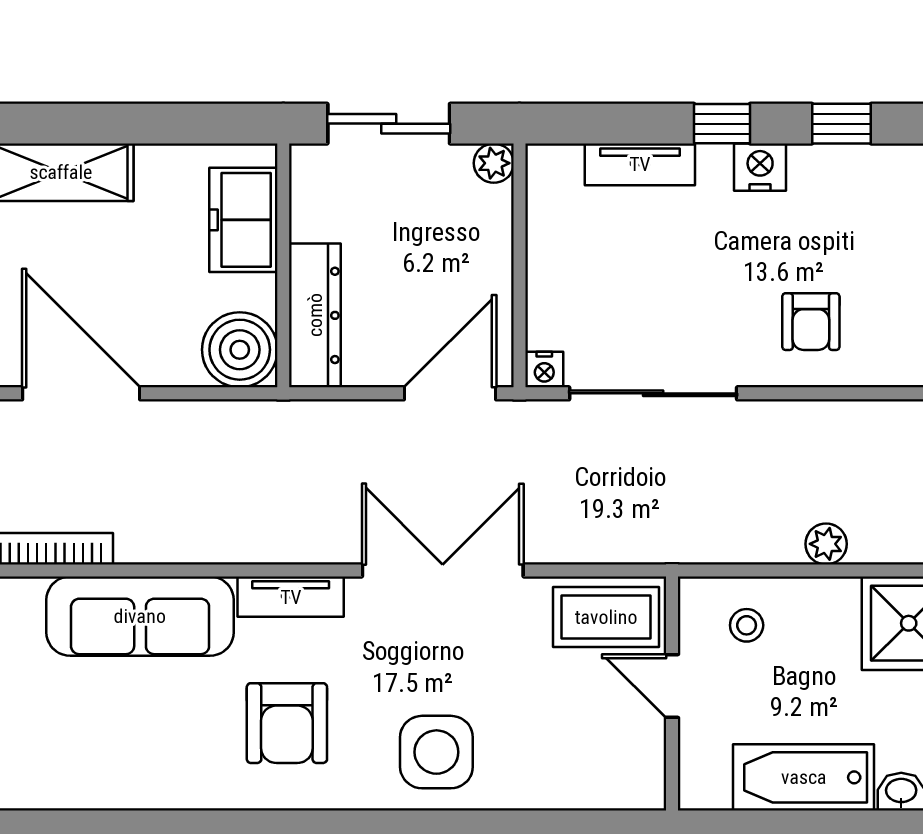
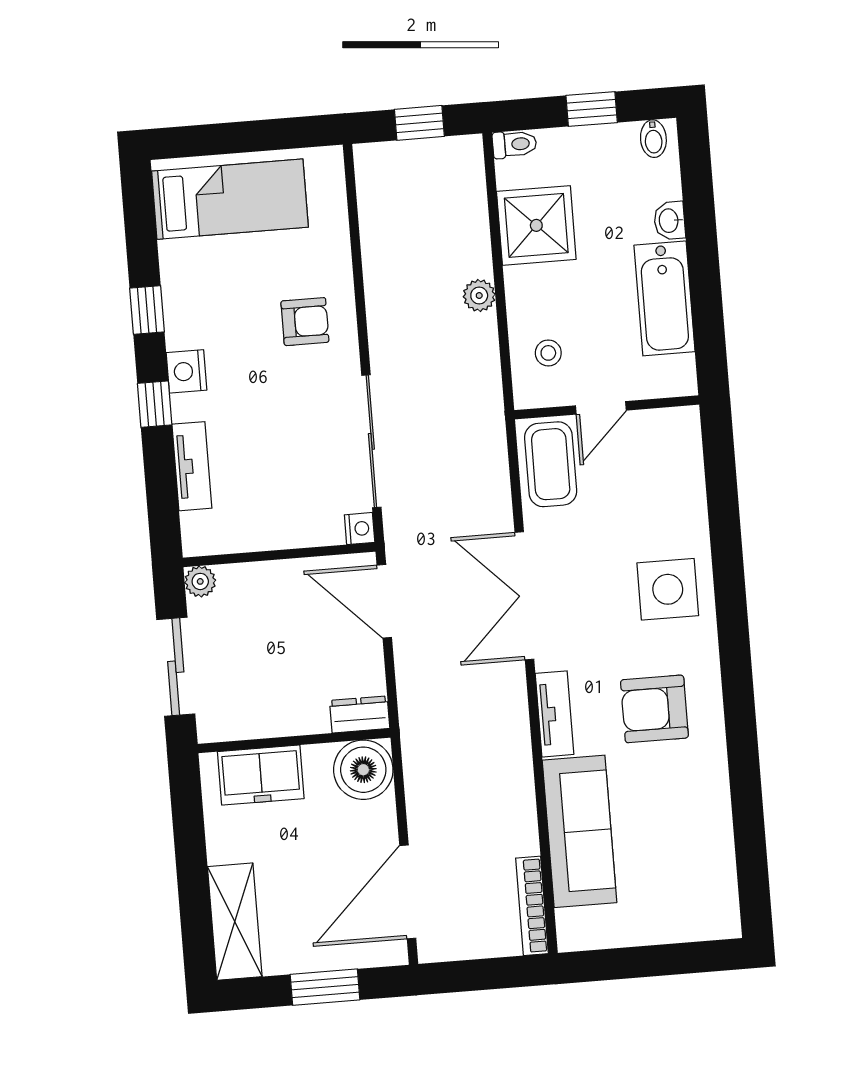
dresser: (315, 315) -> (360, 714), width x0.51, depth x0.80
armchair: (287, 723) -> (654, 709), turned 180

